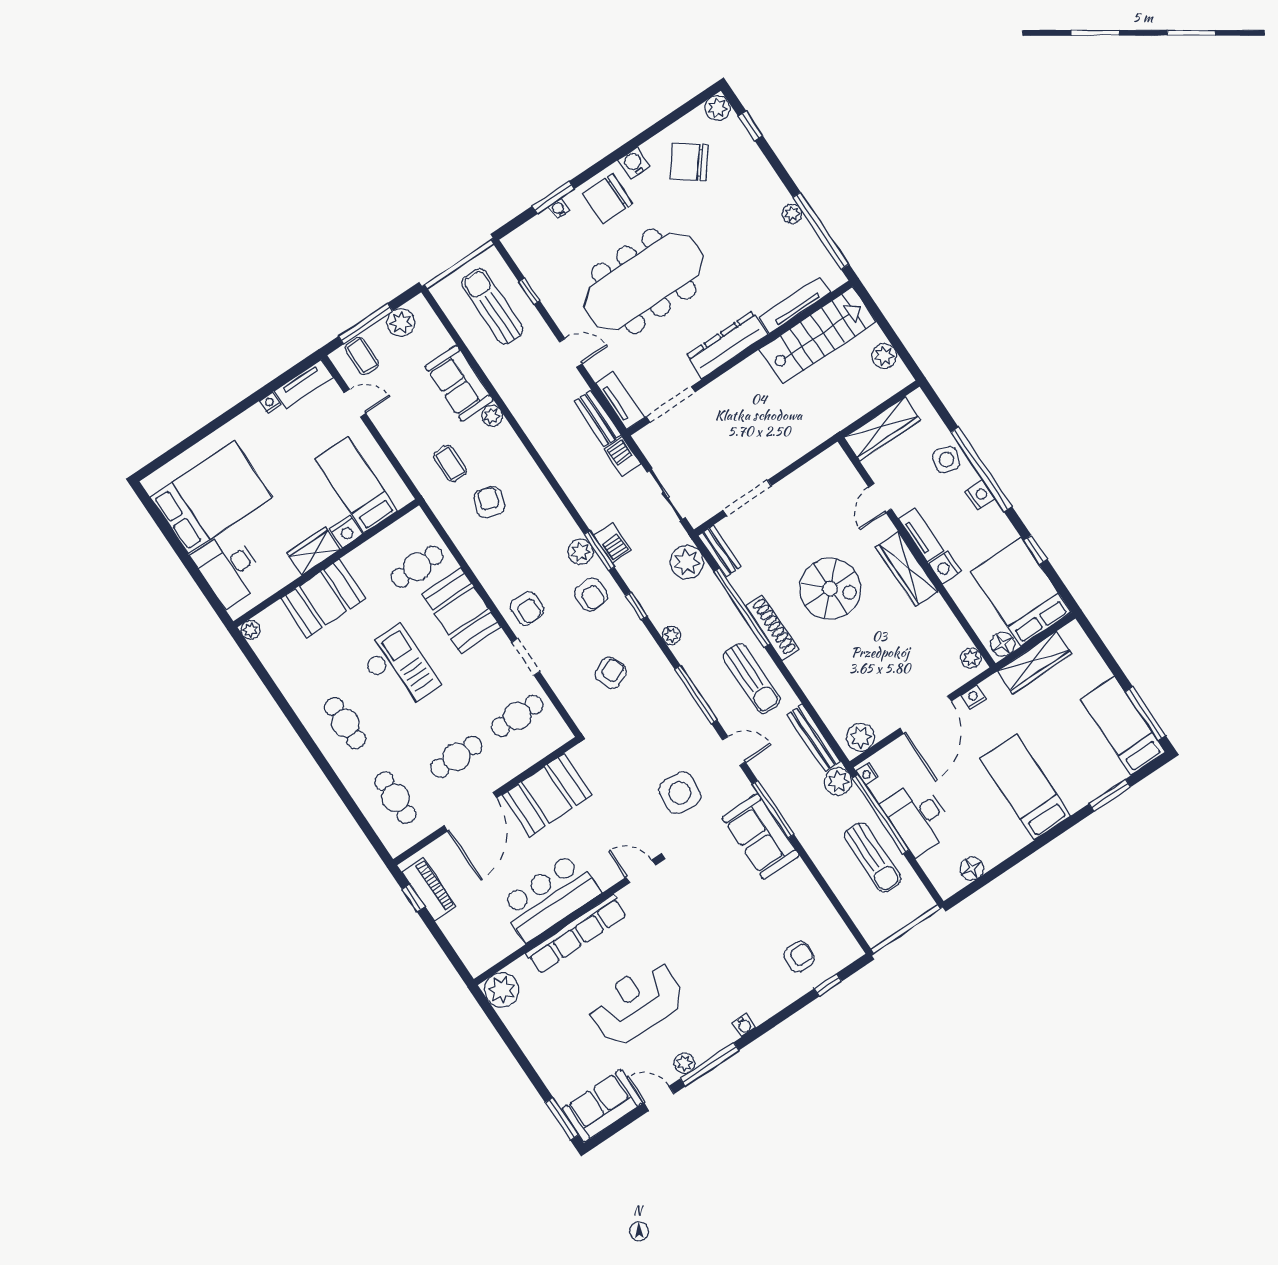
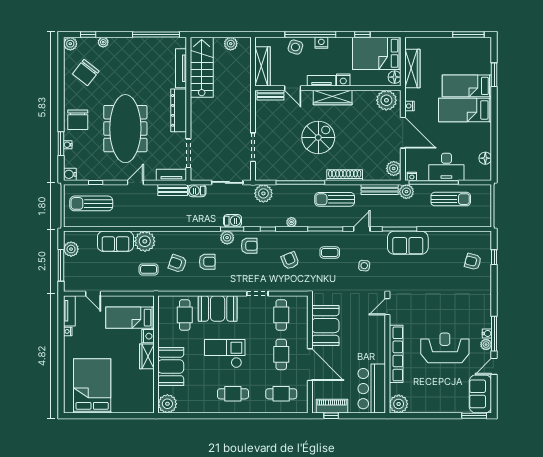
water cooler: (634, 163) -> (70, 174), moved
plant: (792, 214) -> (103, 42), moved
coffee table: (362, 356) -> (330, 252), moved
door: (355, 403) -> (93, 294), swing flipped
plant: (492, 416) -> (145, 241), width x1.88, depth x1.88
bench: (720, 551) -> (271, 95), moved
desk: (229, 569) -> (129, 399), removed
armchair: (527, 608) -> (207, 262), moved
shoe rack: (772, 628) -> (345, 175), moved
plant: (250, 630) -> (167, 404), width x1.88, depth x1.88
plant: (971, 658) -> (386, 100), width x1.87, depth x1.87
sun lounger: (752, 678) -> (335, 199), turned 180
bed: (1123, 726) -> (467, 86), moved
side table: (680, 793) -> (364, 266), width x0.54, depth x0.54
bar counter: (550, 897) -> (372, 389), moved
armchair: (799, 957) -> (473, 262), turned -75
reception desk: (636, 1003) -> (445, 348), turned 90
water cooler: (744, 1025) -> (487, 333), moved

